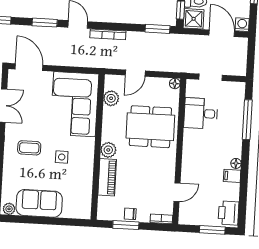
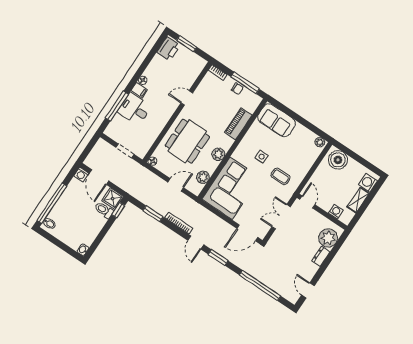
window: (157, 29) -> (153, 214), moved
door: (29, 67) -> (247, 233), hinge flipped
desk: (201, 113) -> (134, 109), moved, turned 180
dining table: (150, 127) -> (187, 141), turned 90
plant: (108, 150) -> (218, 154), moved
filing cabinet: (232, 176) -> (139, 90), moved
door: (177, 192) -> (187, 98), moved
sofa: (39, 203) -> (277, 120), moved
window: (126, 225) -> (245, 83), width x1.44

